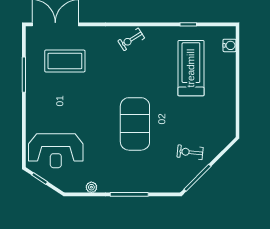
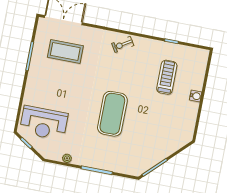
water cooler: (229, 45) -> (196, 96), moved
treadmill: (191, 68) -> (167, 77), width x0.73, depth x0.73
exercise bike: (190, 152) -> (153, 145), removed

